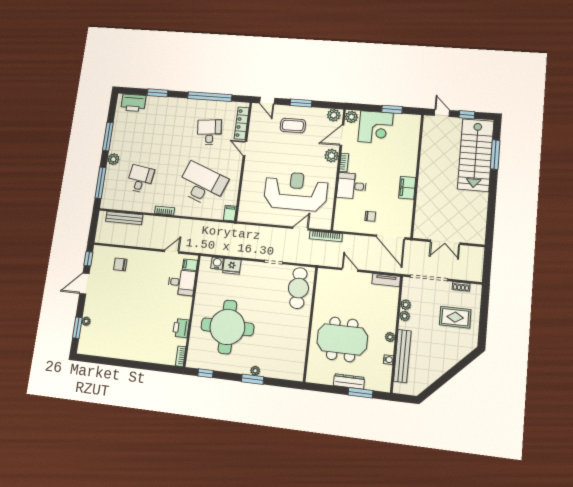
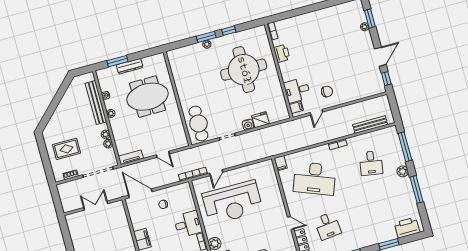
water cooler: (217, 263) -> (248, 125), moved
chair: (120, 264) -> (327, 92), moved
window: (205, 373) -> (229, 31), moved

